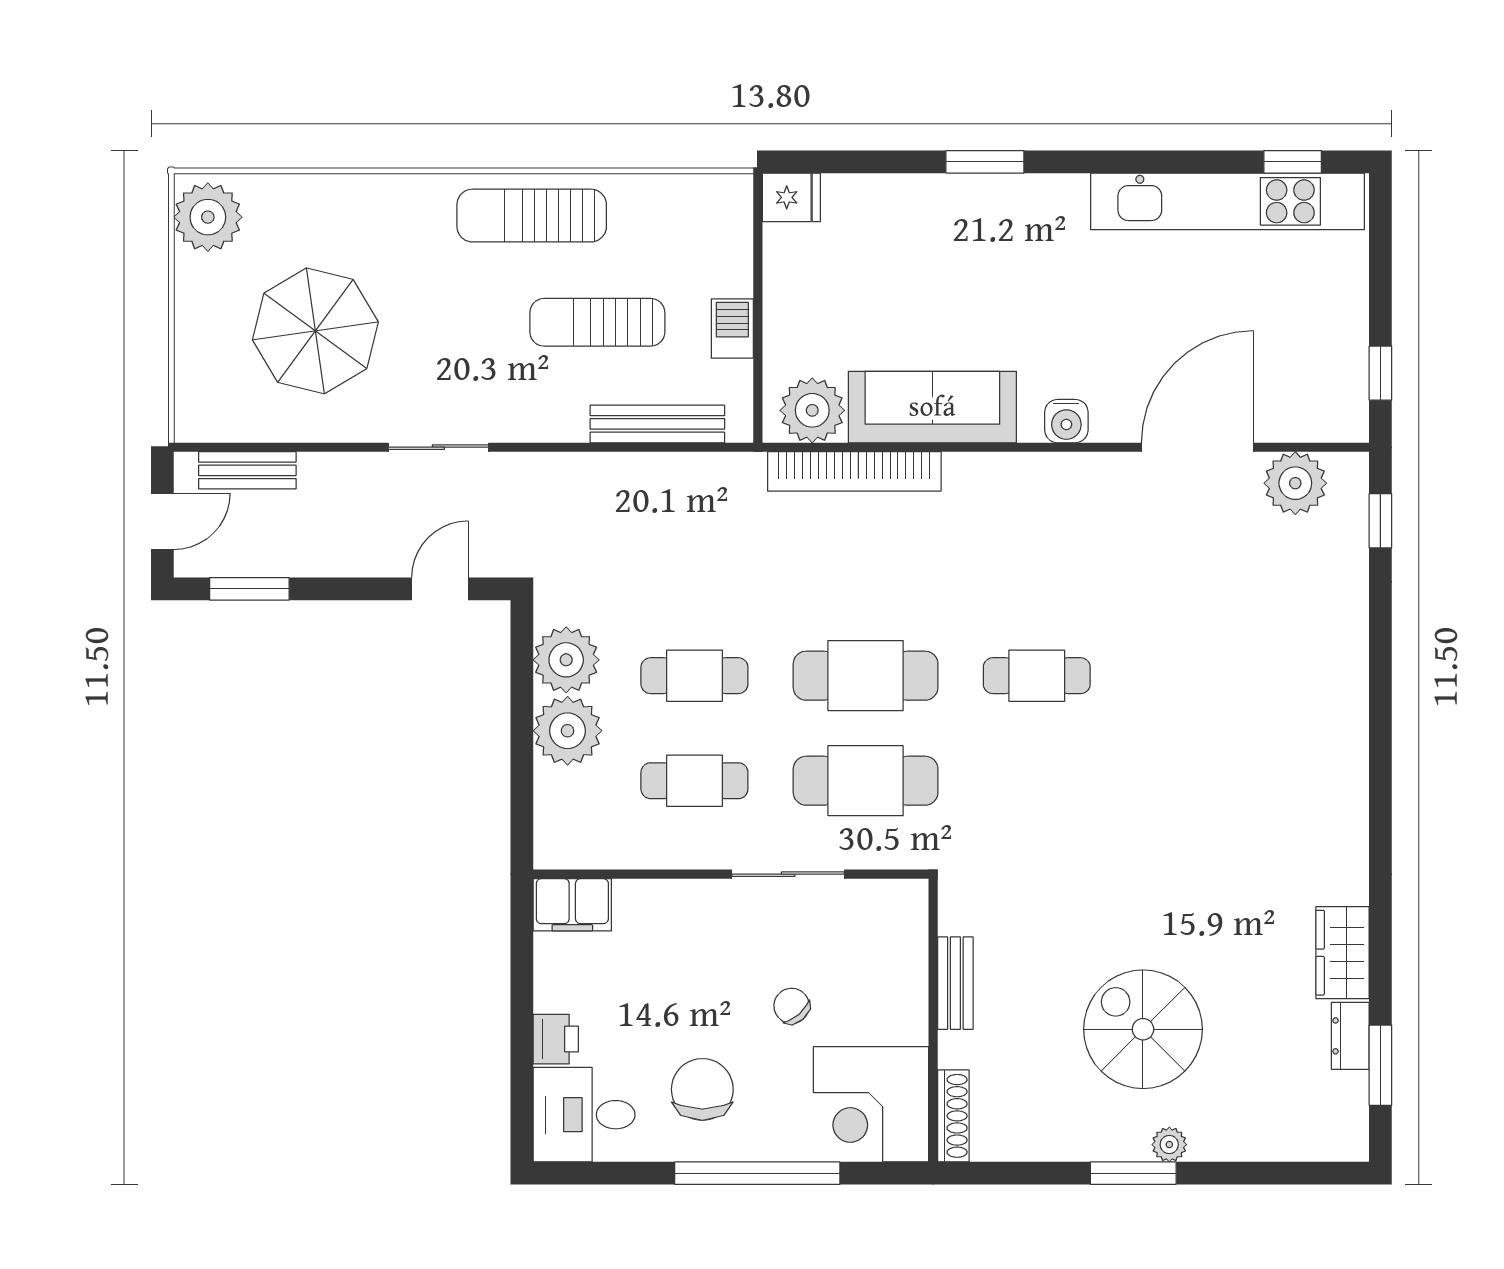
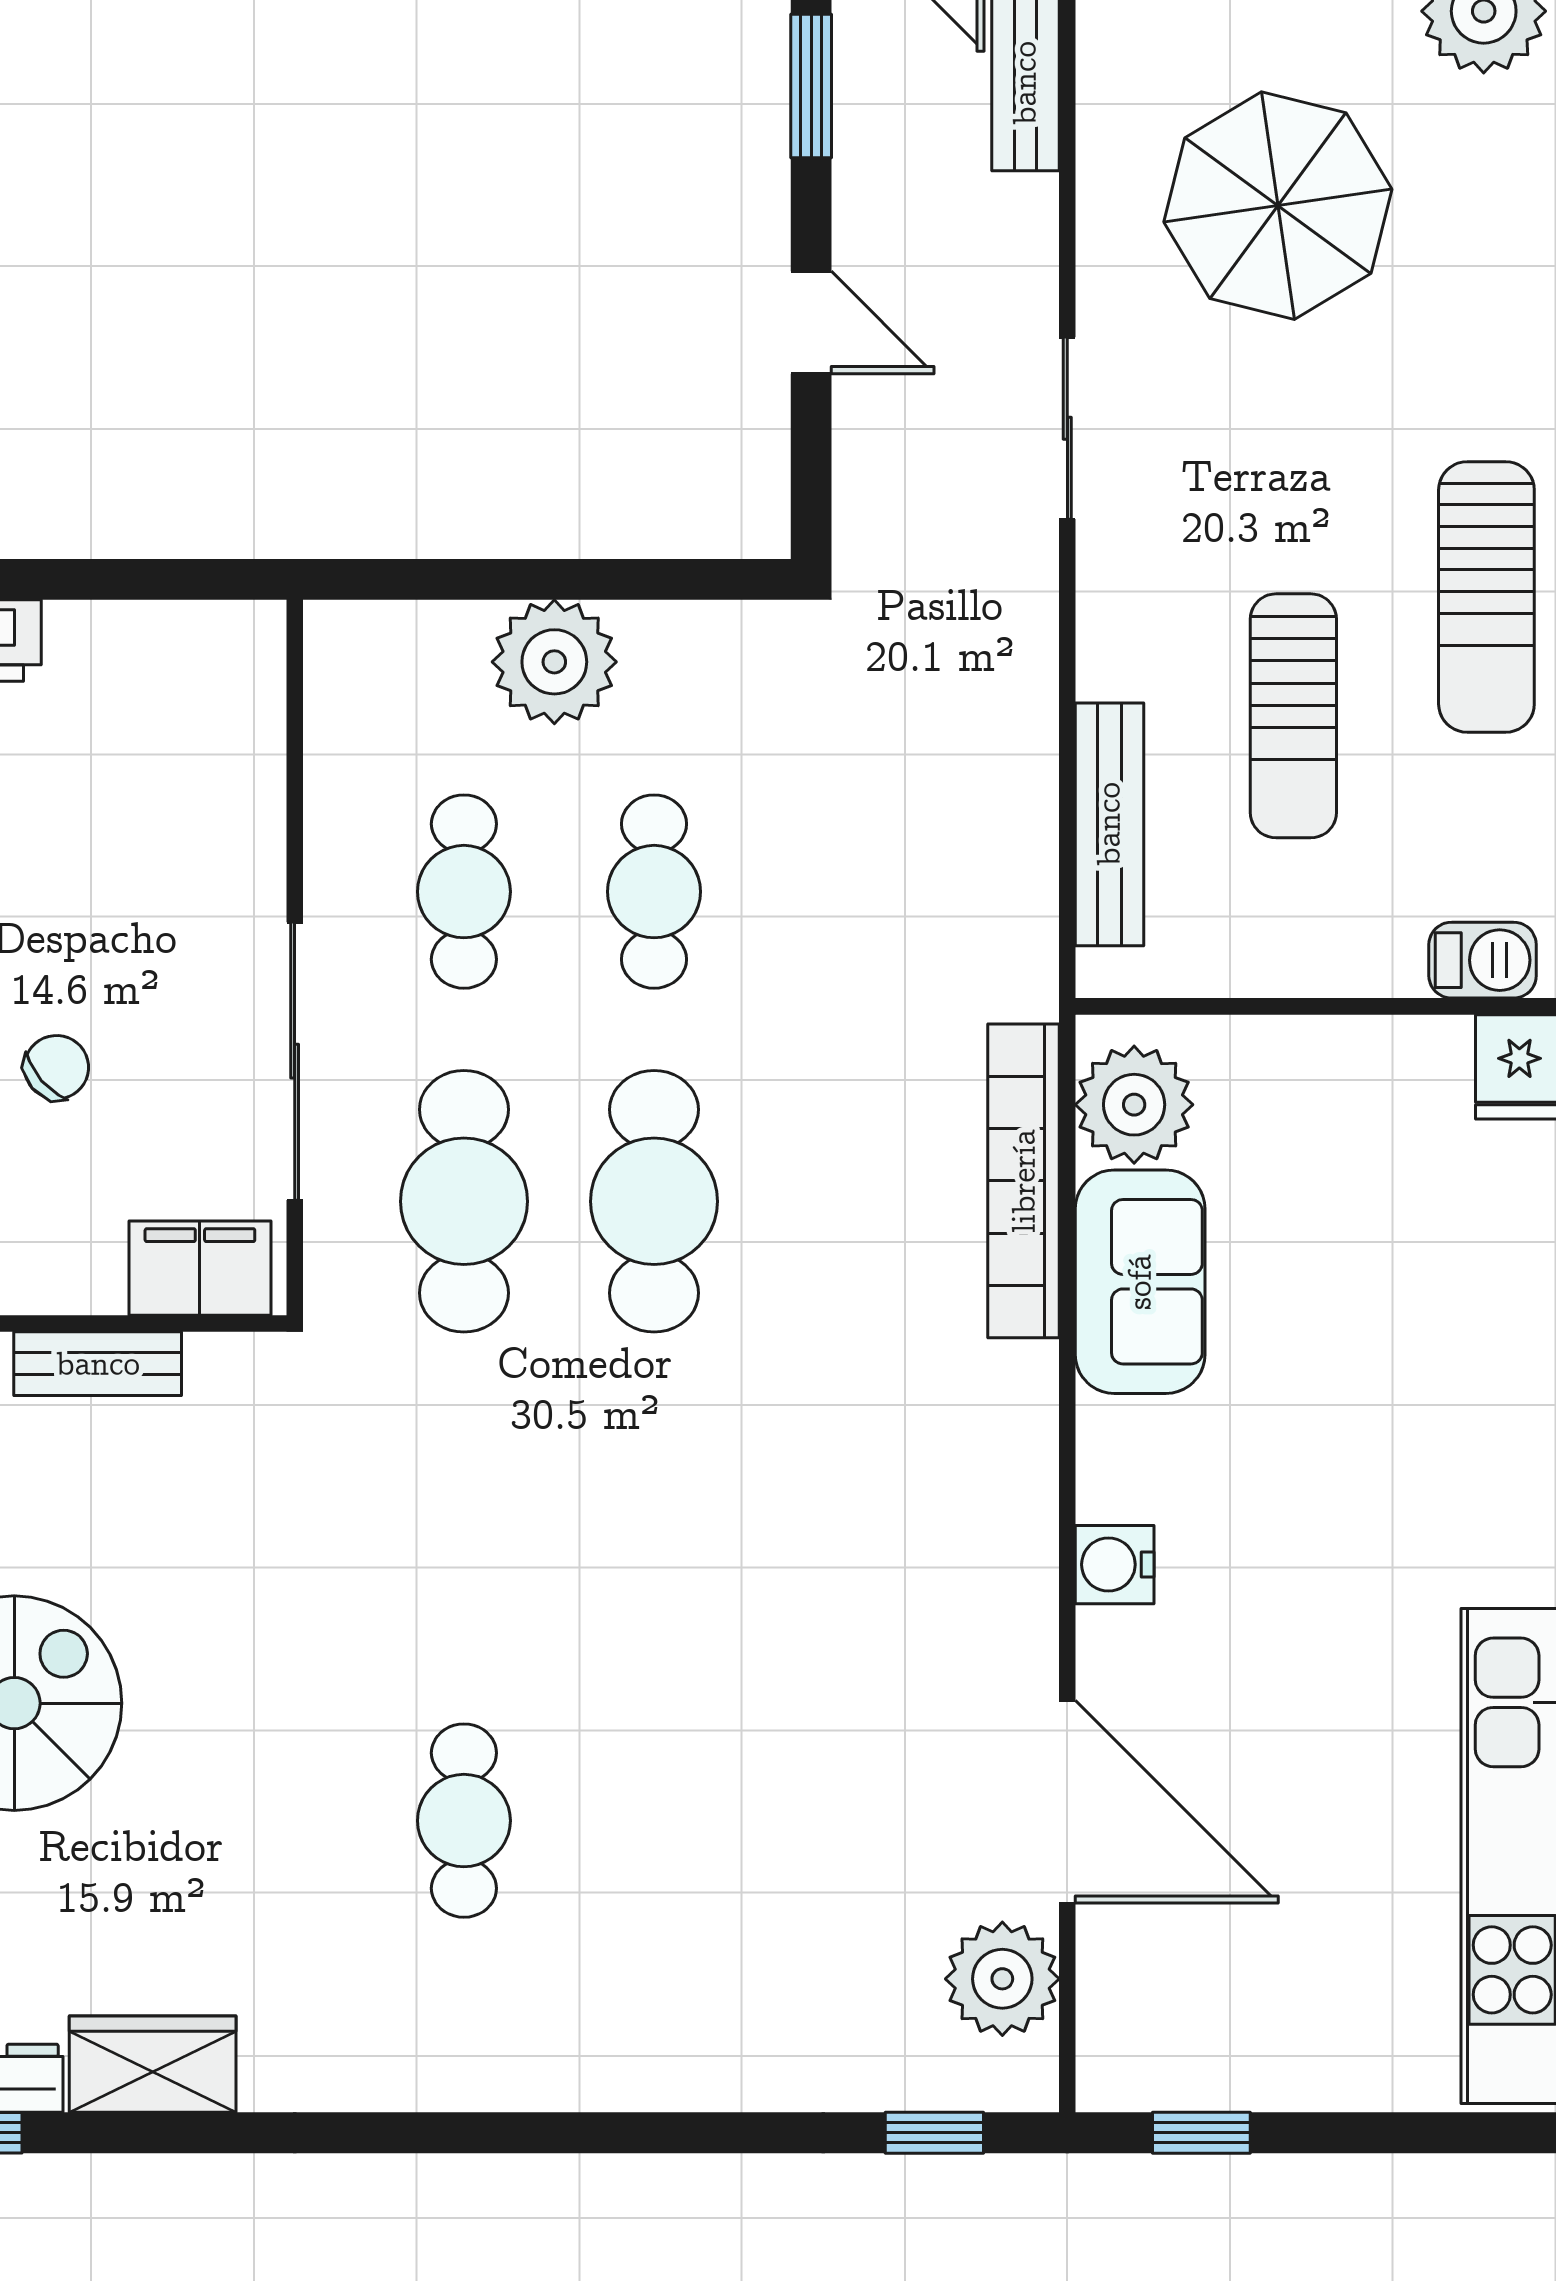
sun lounger: (532, 216) -> (1486, 597), turned 180
sun lounger: (597, 322) -> (1293, 716), turned 180
barbecue: (732, 329) -> (1483, 960), moved
sofa: (932, 407) -> (1140, 1282), width x0.73
door: (440, 589) -> (811, 323), moved
plant: (566, 660) -> (683, 659), removed
cafe table: (1037, 676) -> (464, 1821), moved
sliding door: (788, 874) -> (295, 1061), width x1.37
filing cabinet: (572, 905) -> (200, 1268), moved, turned 90

